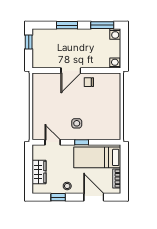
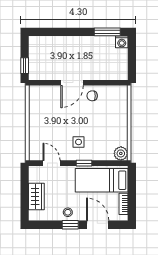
window: (67, 25) -> (68, 32), removed
window: (29, 42) -> (25, 66), moved
washing machine: (115, 63) -> (121, 74), removed
plant: (114, 134) -> (121, 153), added
window: (58, 197) -> (70, 225), moved

